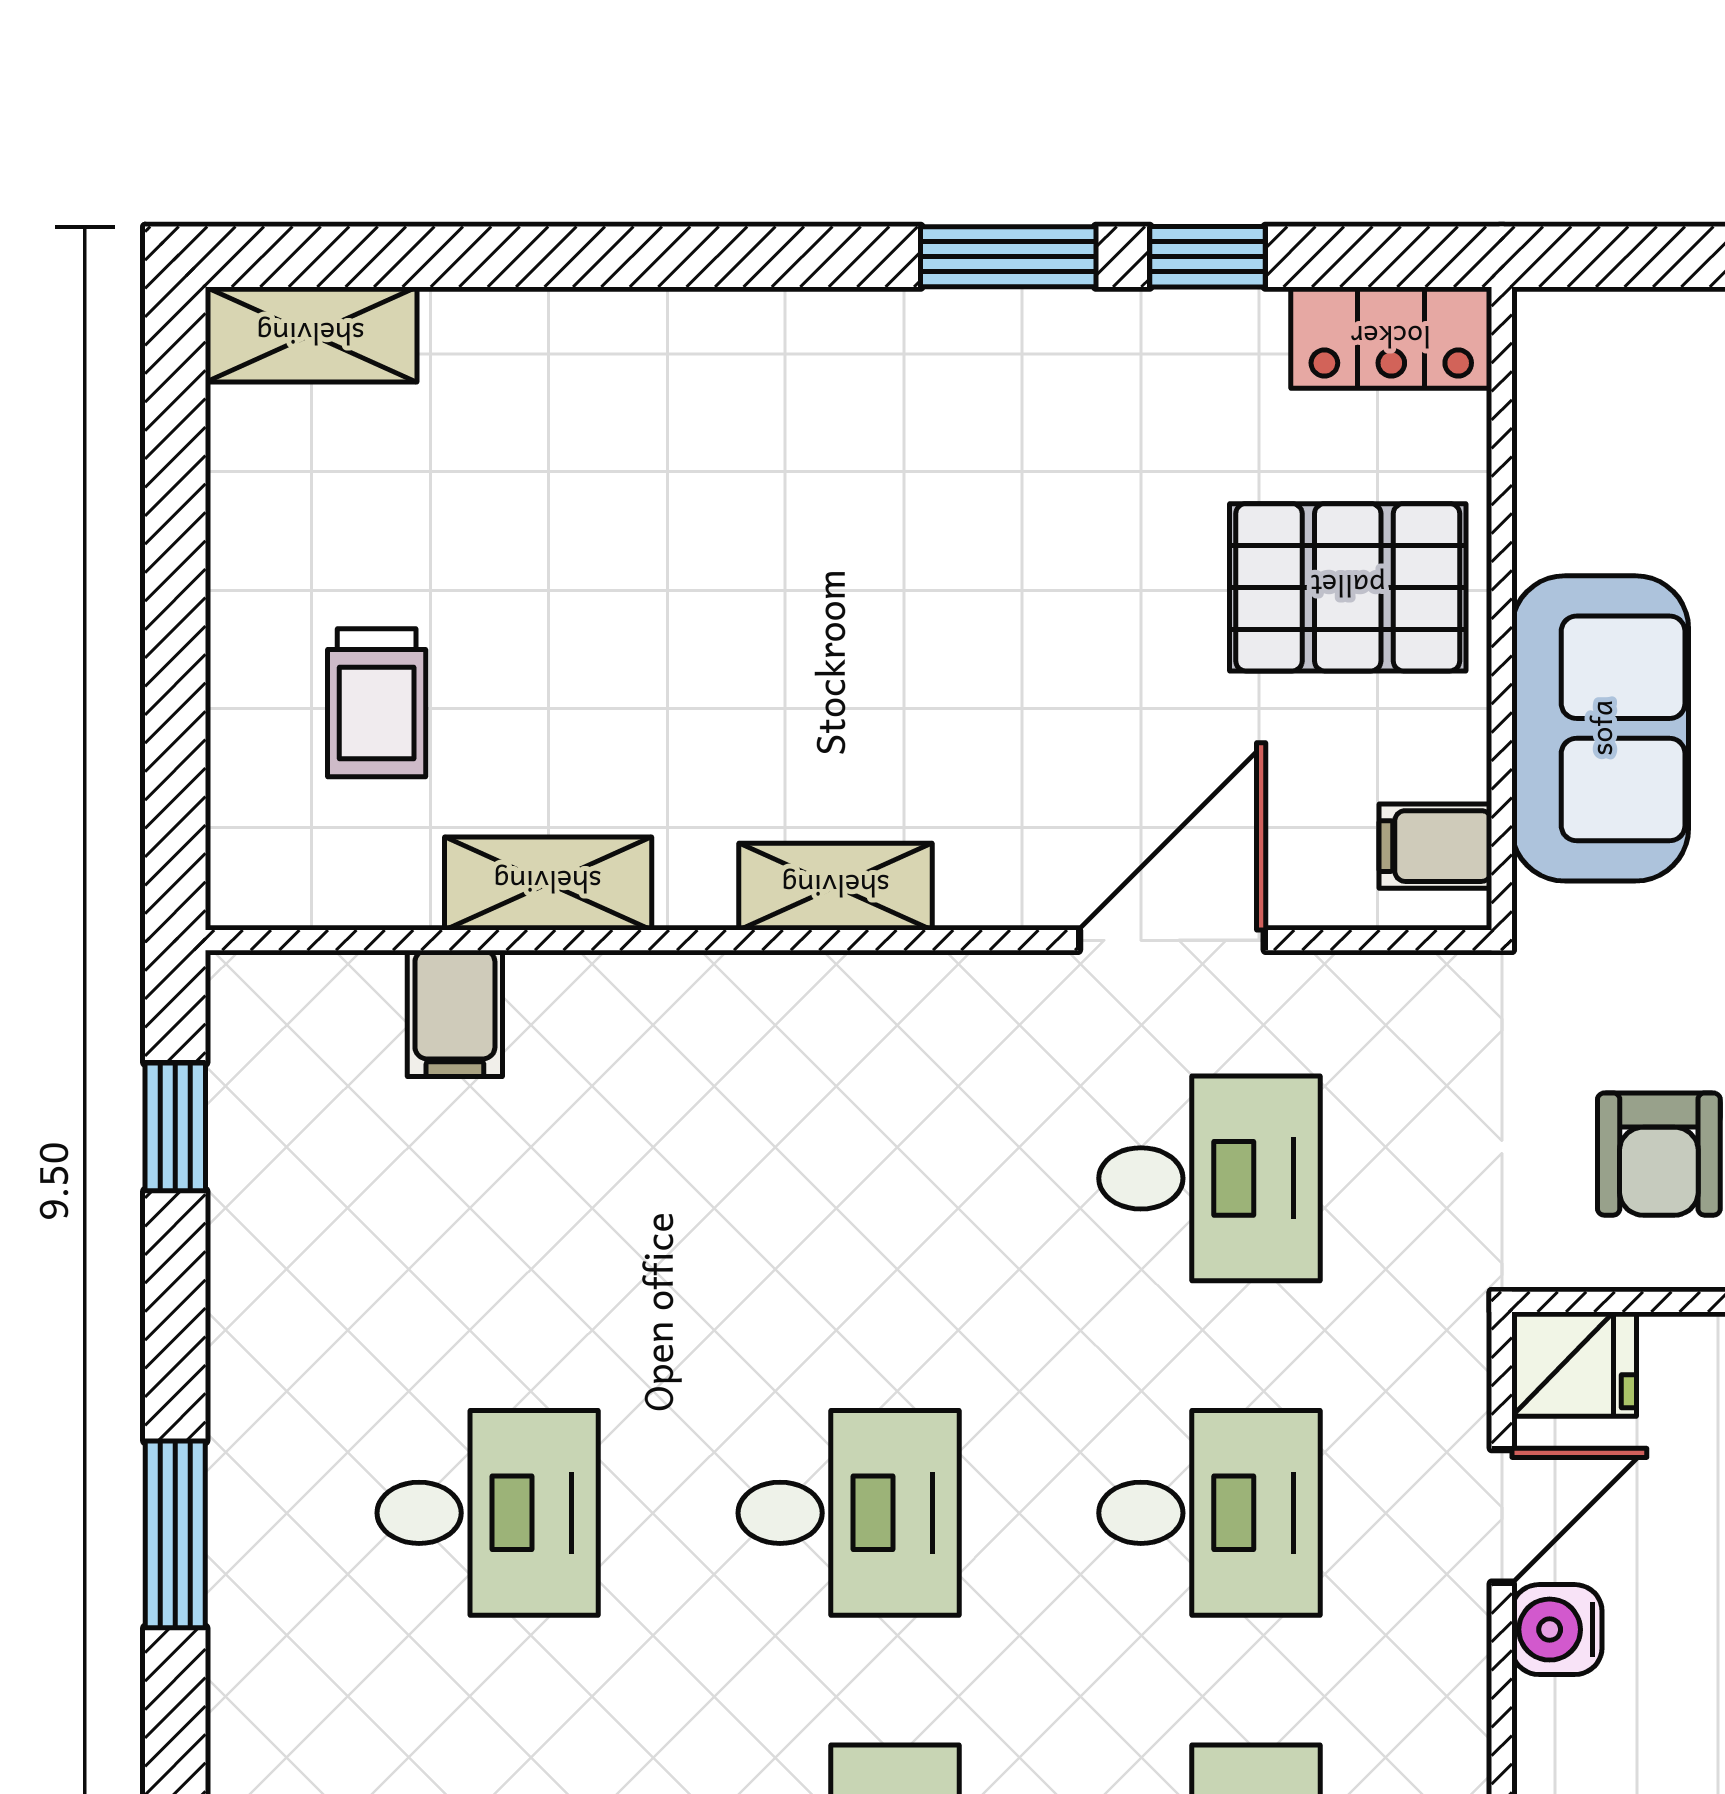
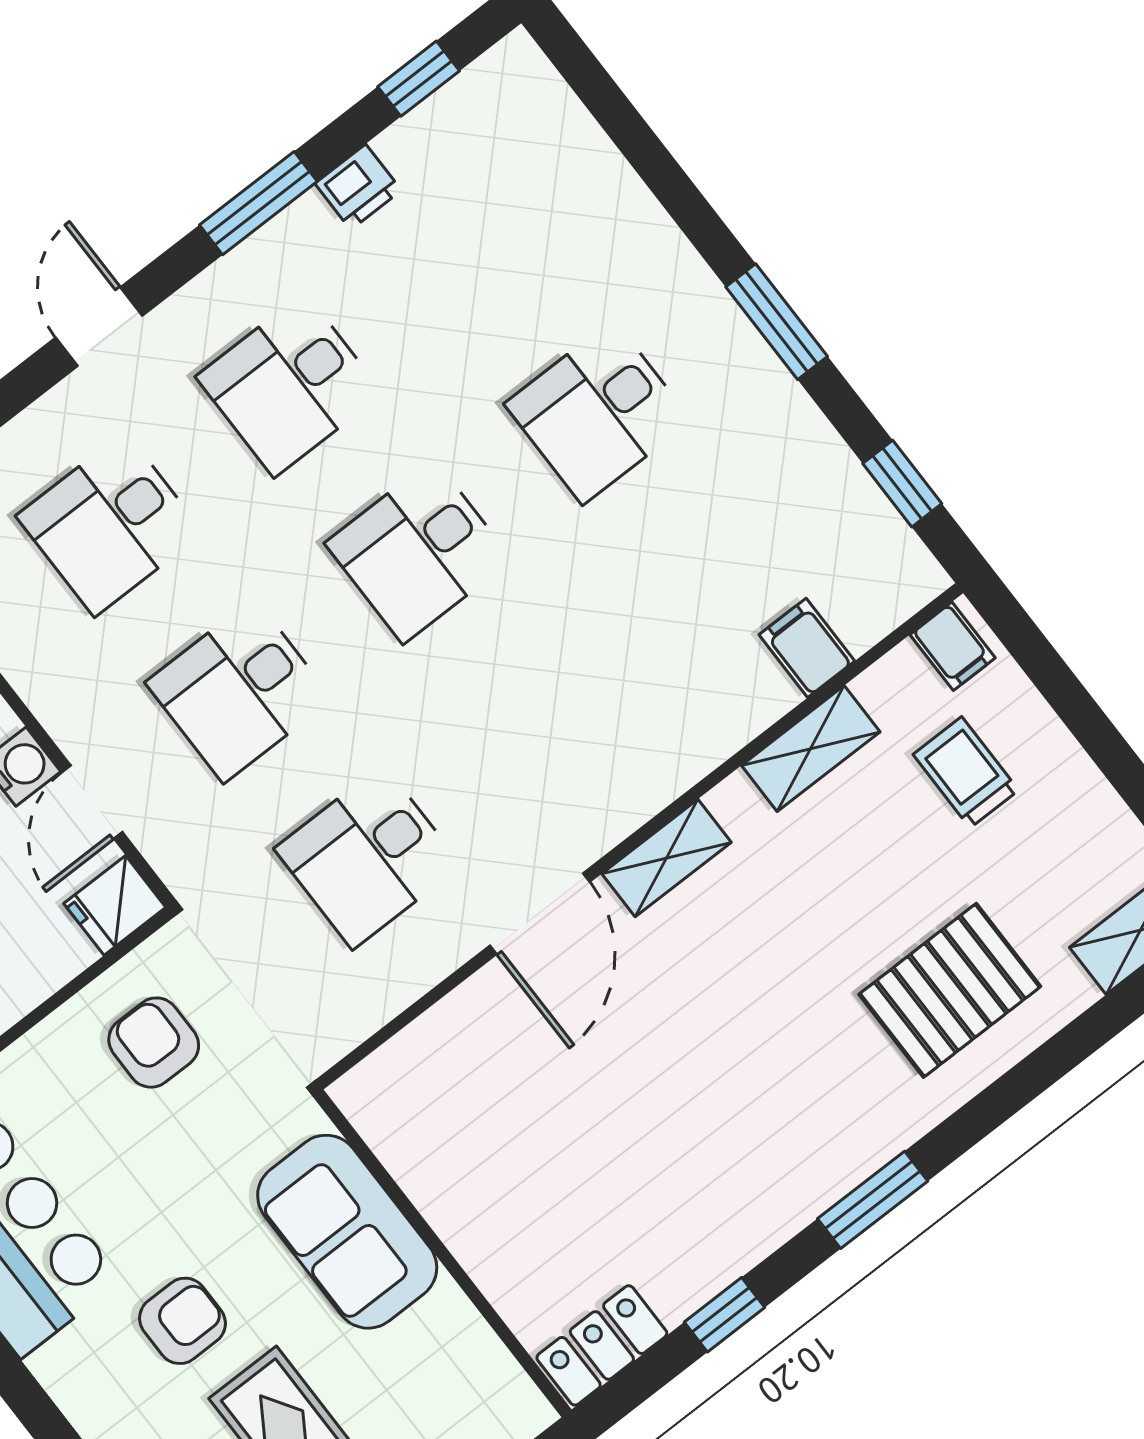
window: (1008, 257) -> (873, 1200), moved
pallet: (1348, 587) -> (950, 990), moved
filing cabinet: (1435, 846) -> (953, 646), moved, turned 90
door: (1172, 940) -> (540, 914), moved
window: (175, 1534) -> (777, 322), moved

